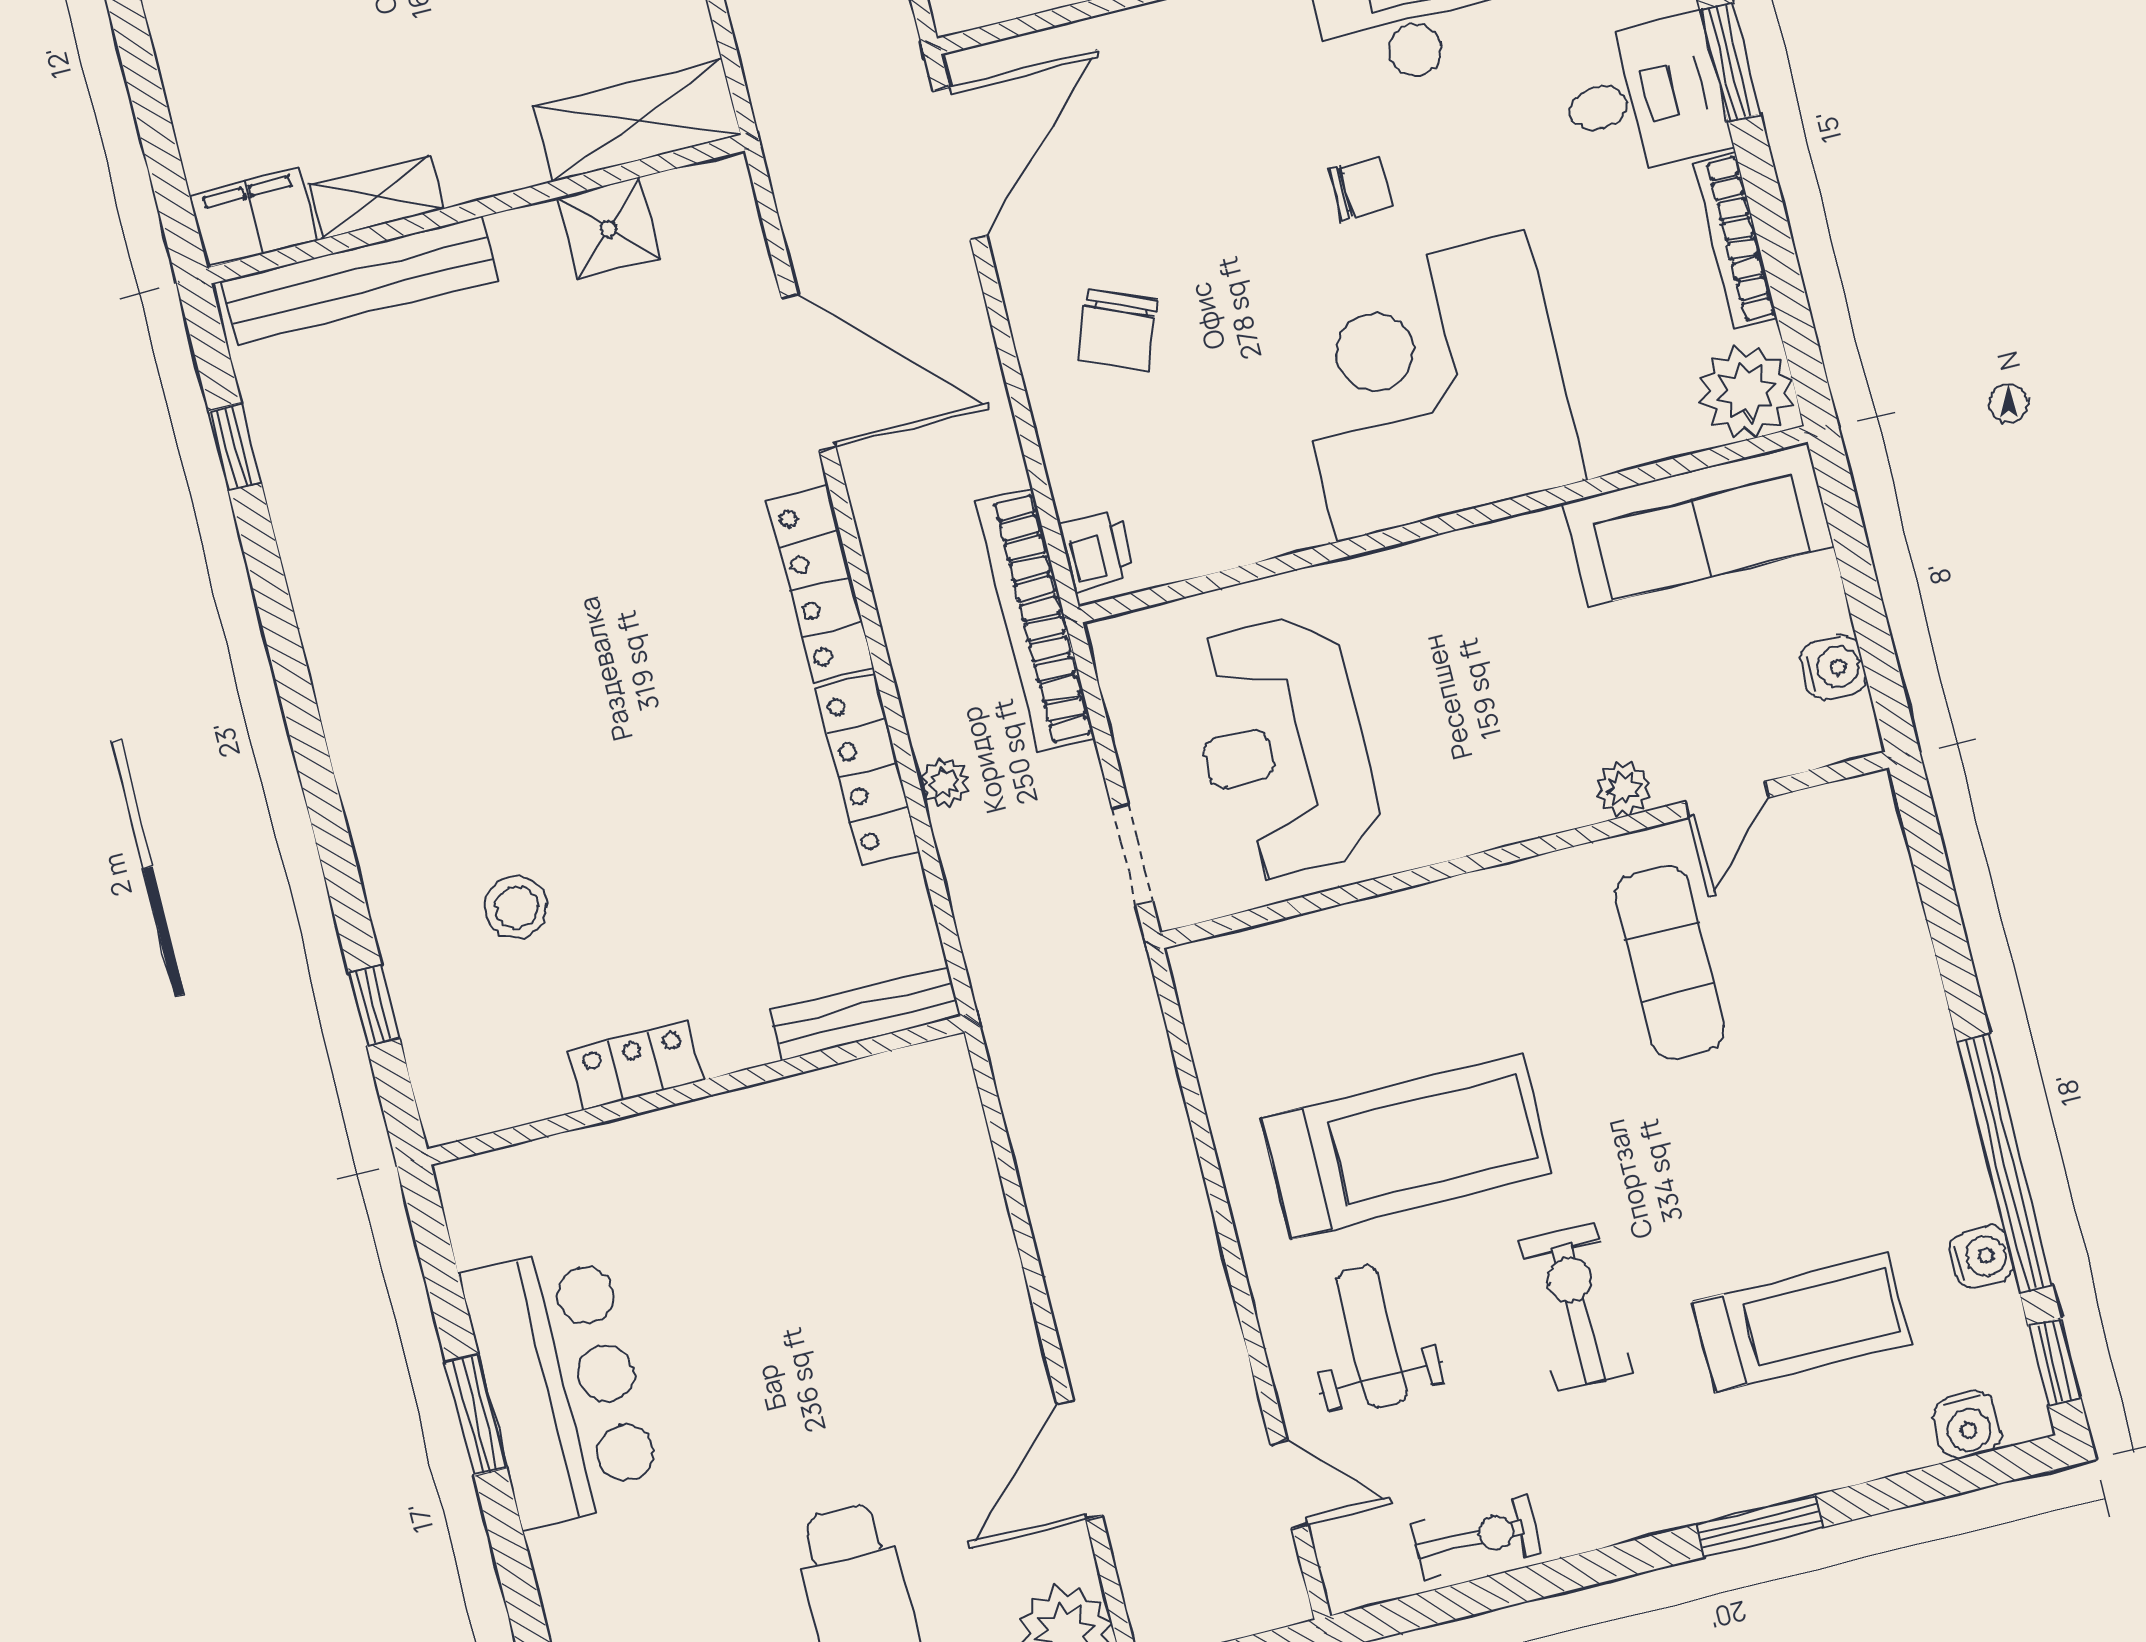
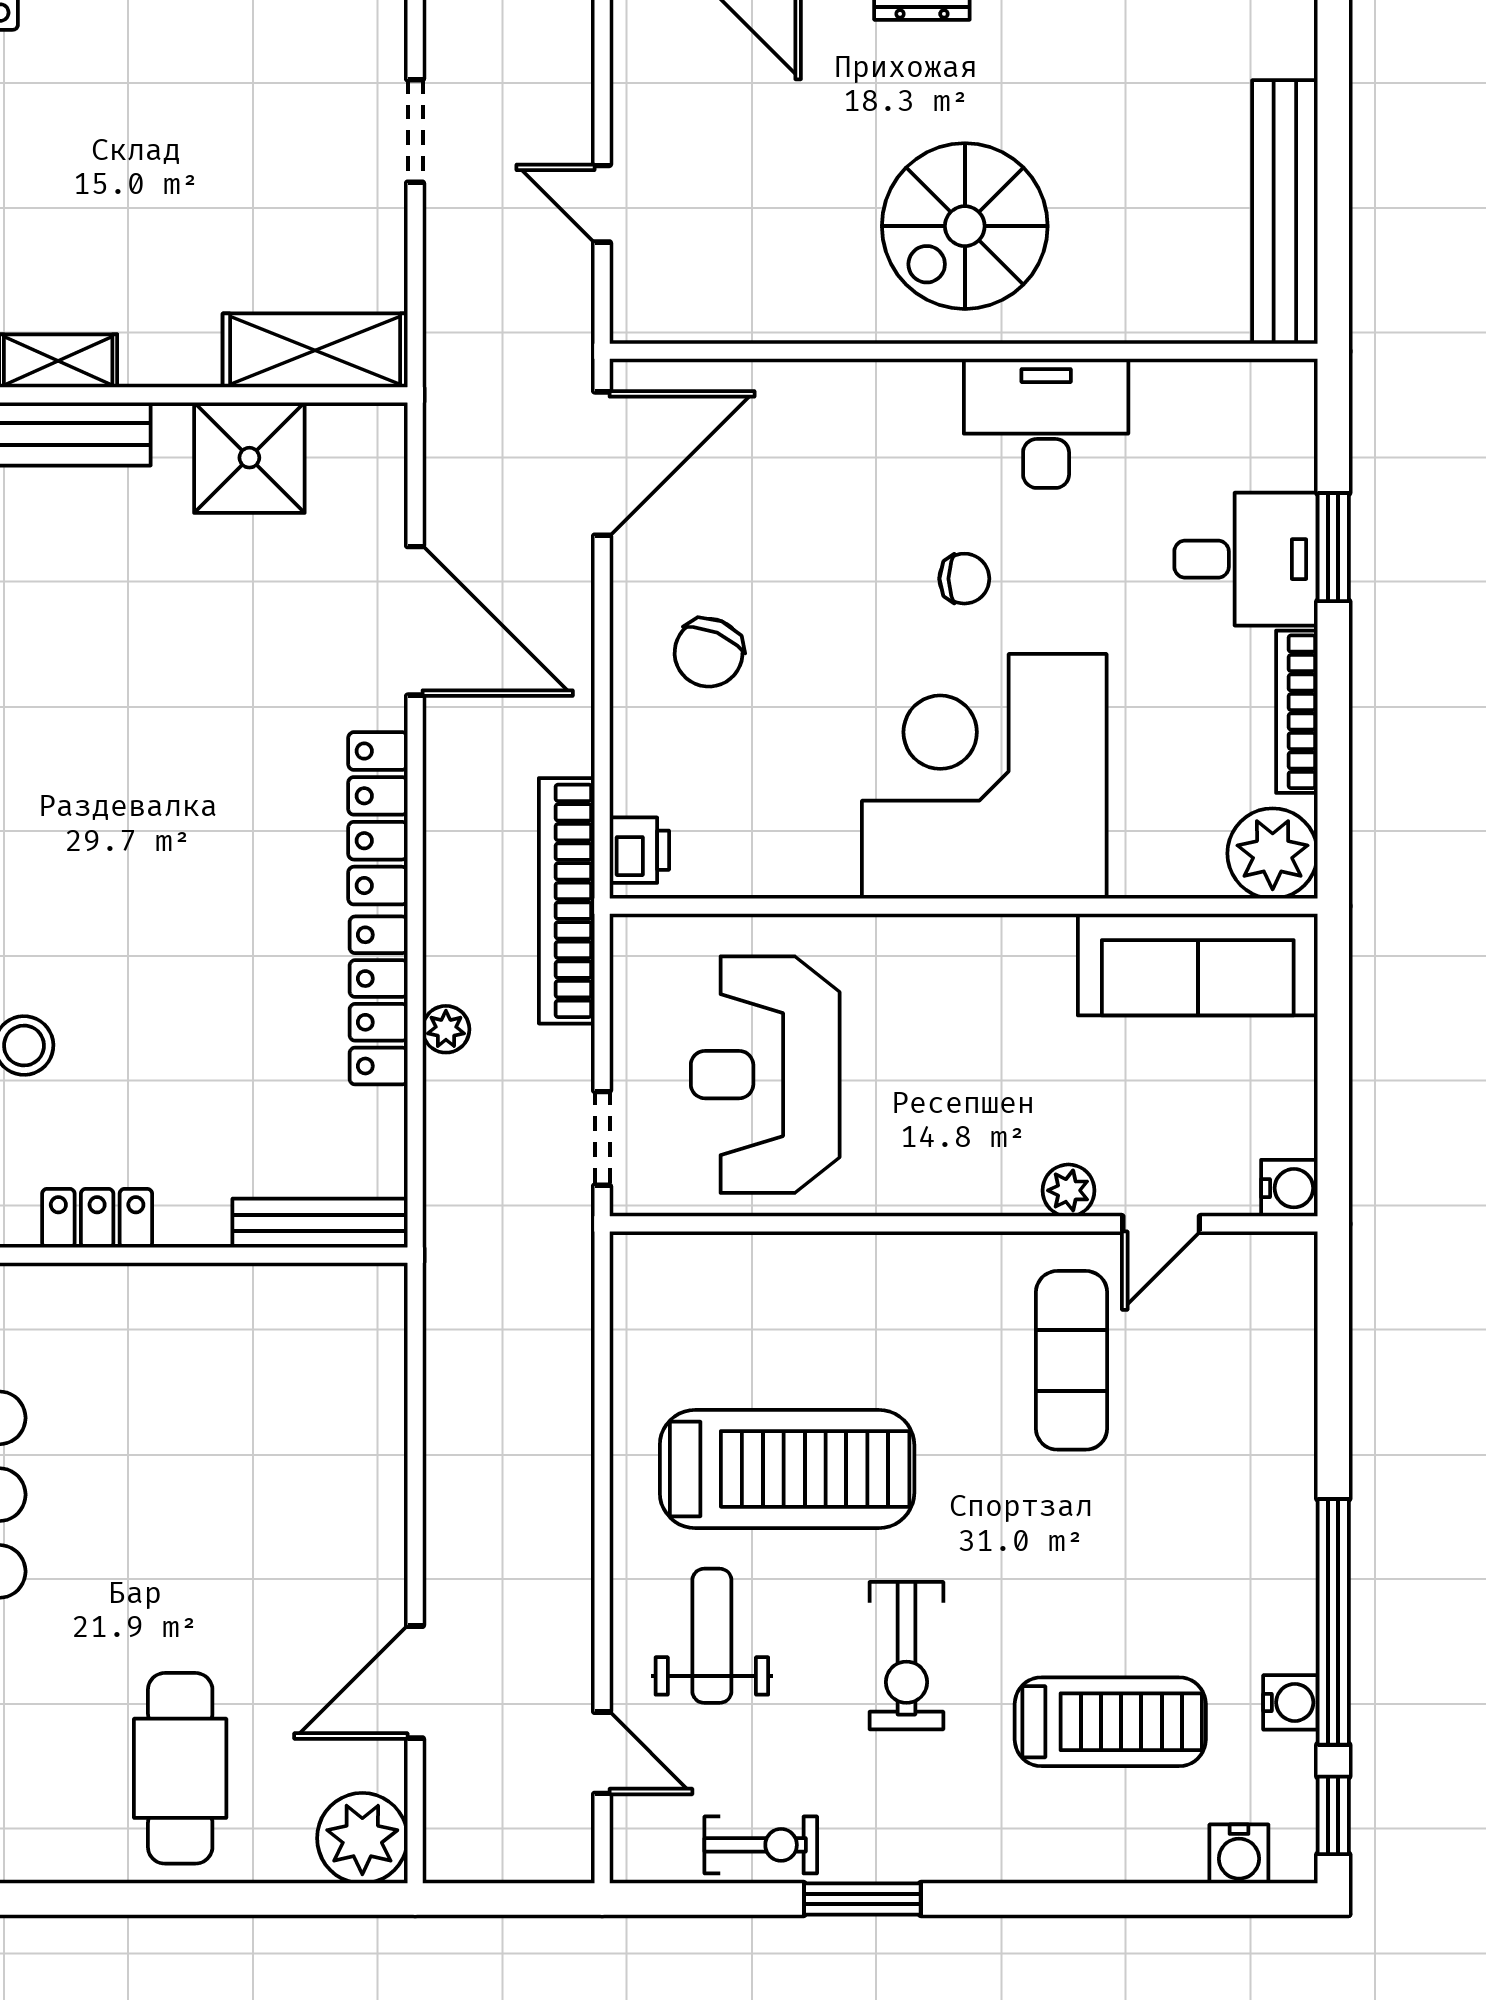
shower: (608, 229) -> (249, 458), width x1.36, depth x1.36
water cooler: (1834, 668) -> (1289, 1188), moved
exercise bike: (1576, 1307) -> (906, 1656), turned 180
window: (1759, 1526) -> (862, 1899), moved

